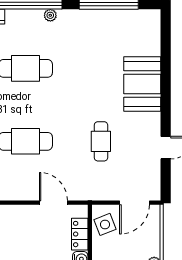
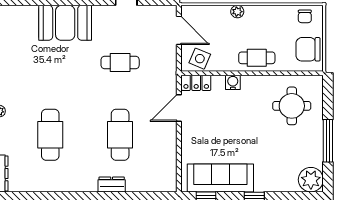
side table: (105, 224) -> (200, 59), turned 45
locker: (80, 234) -> (196, 83), moved

